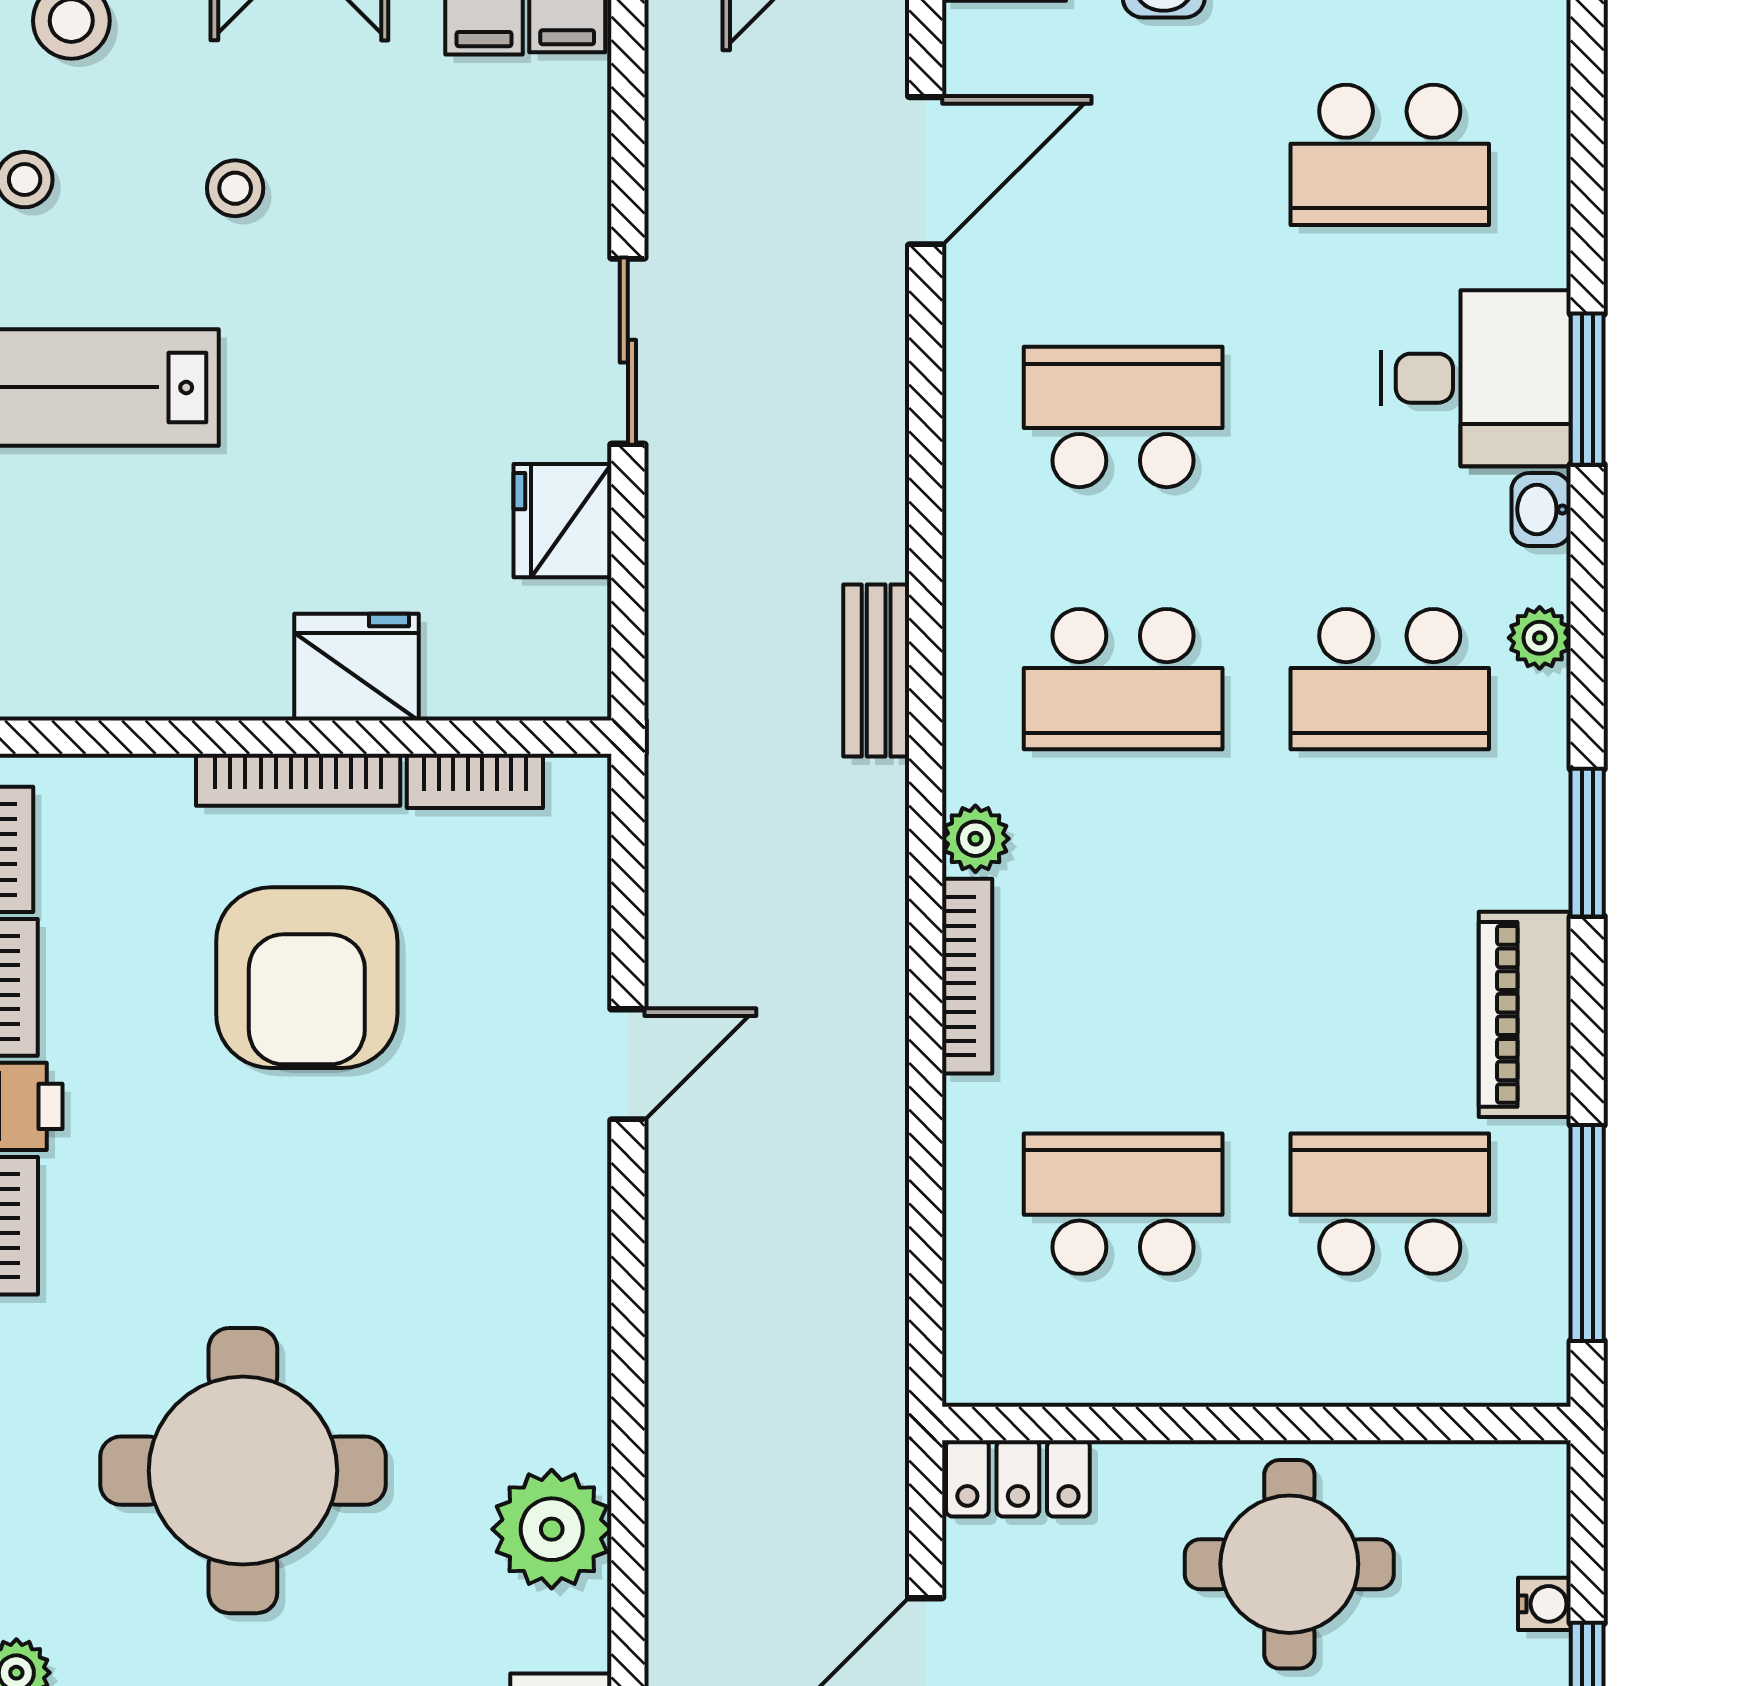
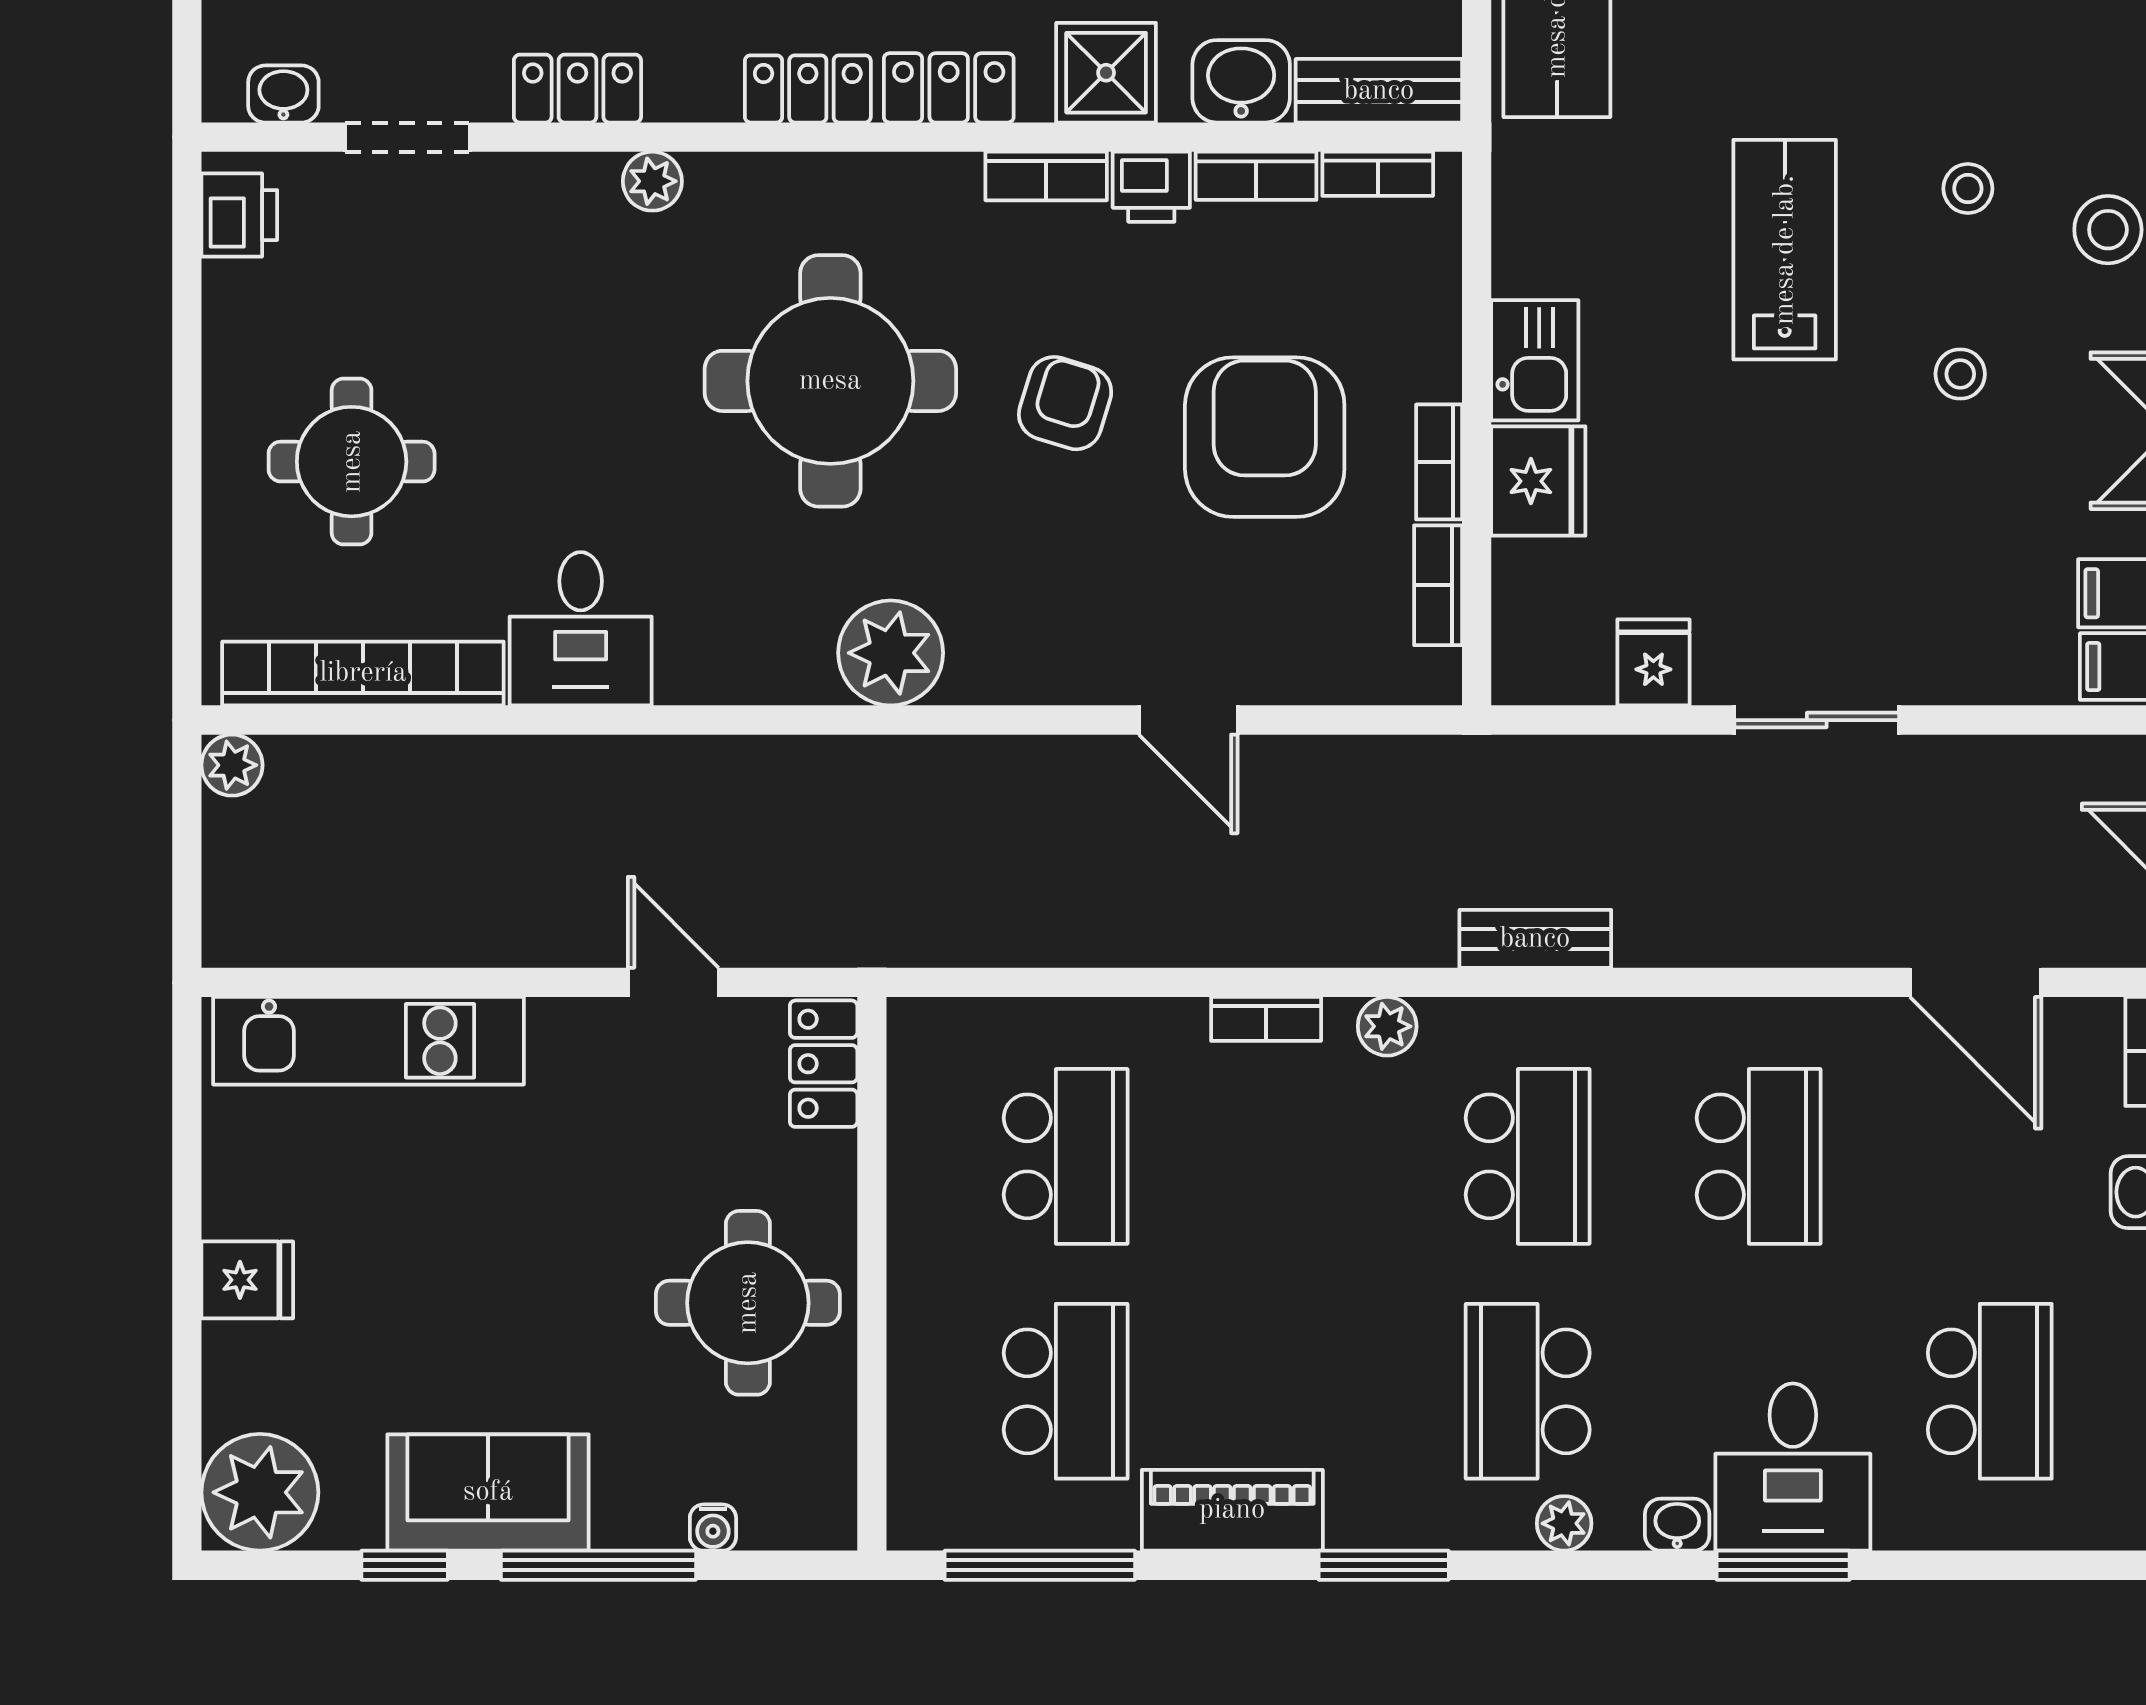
school desk: (1390, 155) -> (1990, 1391), turned 180
fridge: (562, 521) -> (1653, 662), width x0.72
kitchen sink: (220, 671) -> (1535, 360), added
school desk: (1123, 679) -> (1528, 1156), turned 180
bookcase: (298, 780) -> (1439, 462), width x0.64
bookcase: (967, 976) -> (1266, 1019), width x0.64
armchair: (307, 978) -> (1265, 437), turned 90
armchair: (268, 1204) -> (1065, 403), added
plant: (552, 1529) -> (891, 653), moved

